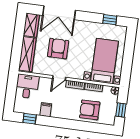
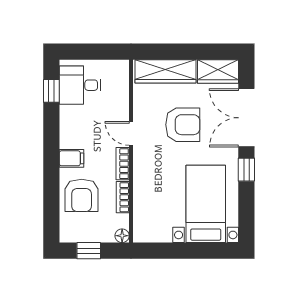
window: (110, 20) -> (246, 170), moved
bed with nightstands: (104, 61) -> (206, 204), moved, turned -90
desk: (27, 86) -> (80, 85), moved, turned 180
filing cabinet: (46, 110) -> (71, 158), moved
armchair: (90, 110) -> (82, 195), turned 180

